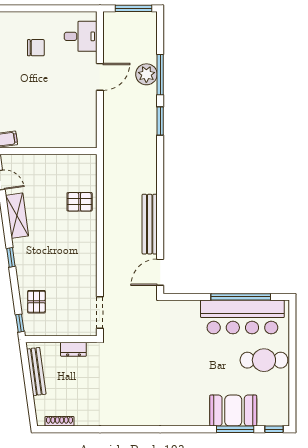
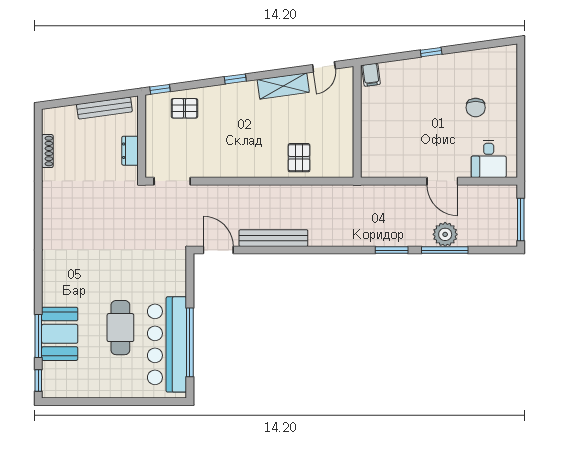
cafe table: (264, 360) -> (120, 328), moved
shoe rack: (59, 421) -> (47, 151), moved

